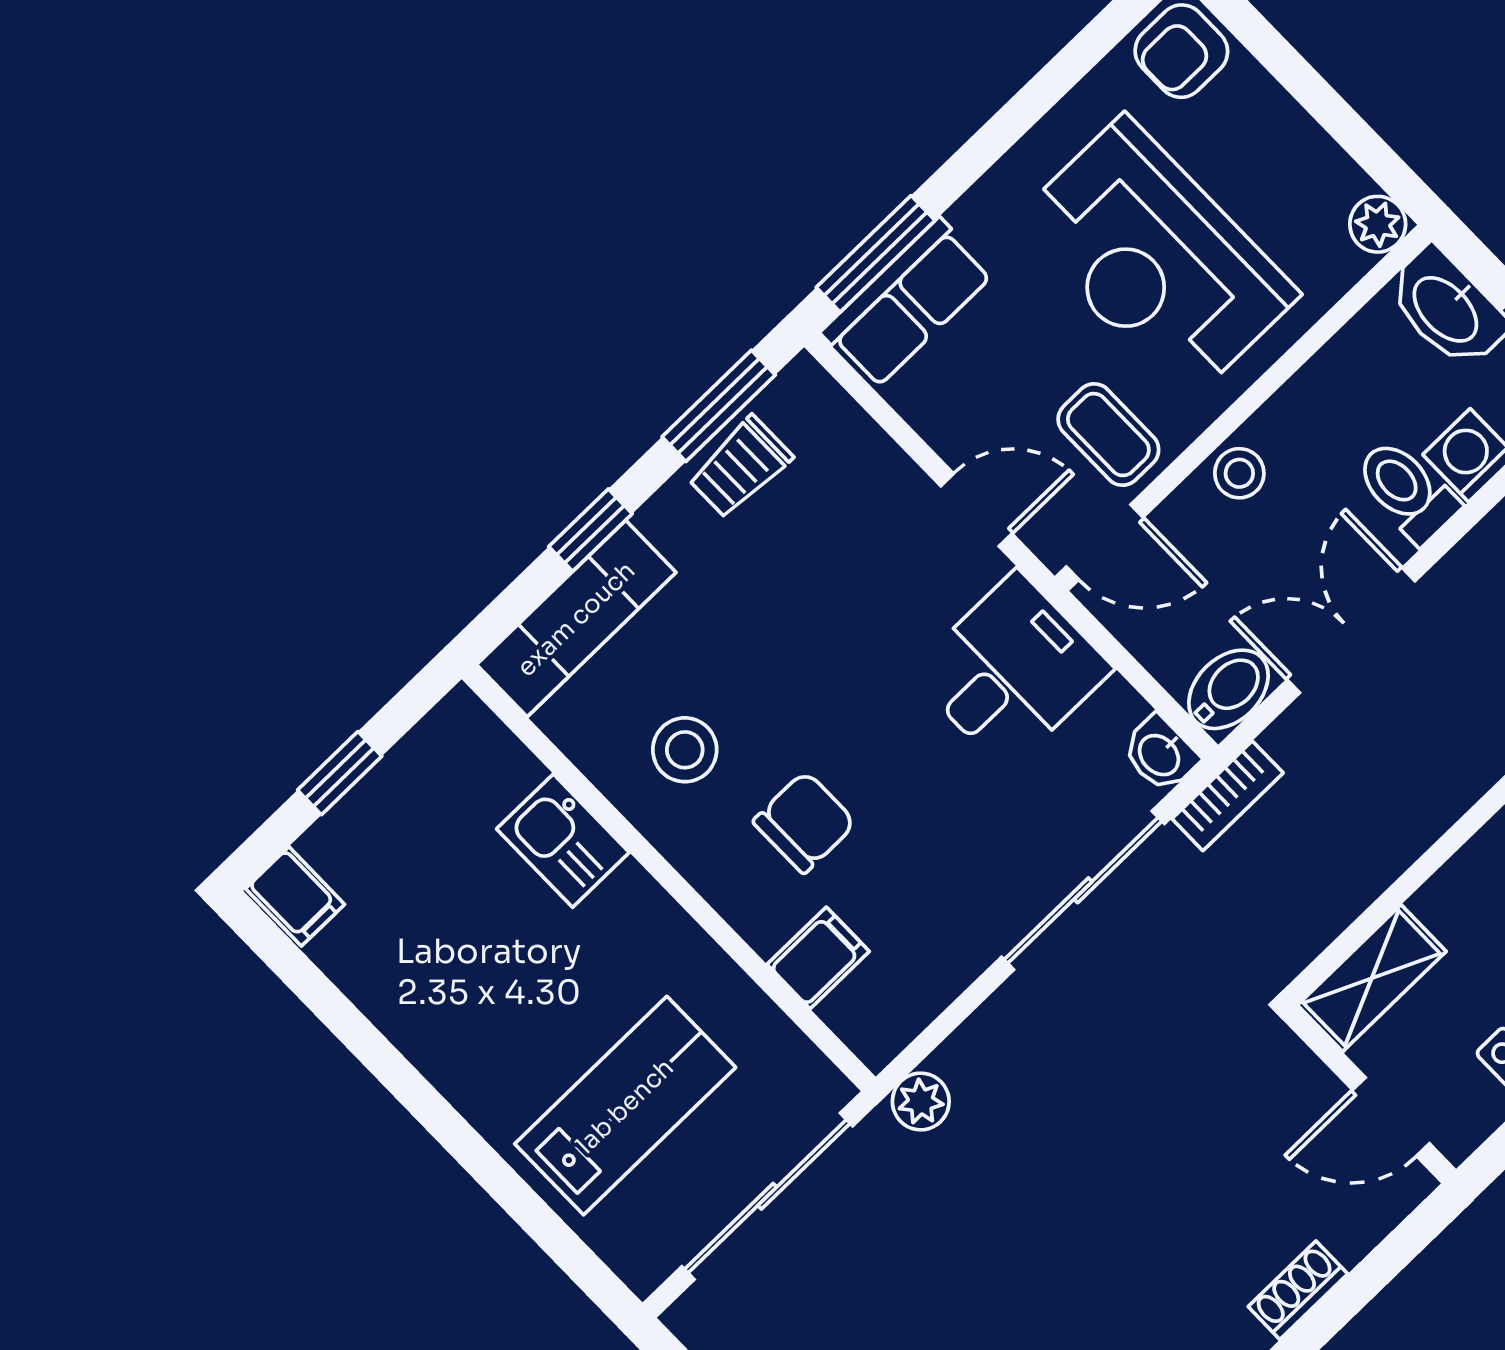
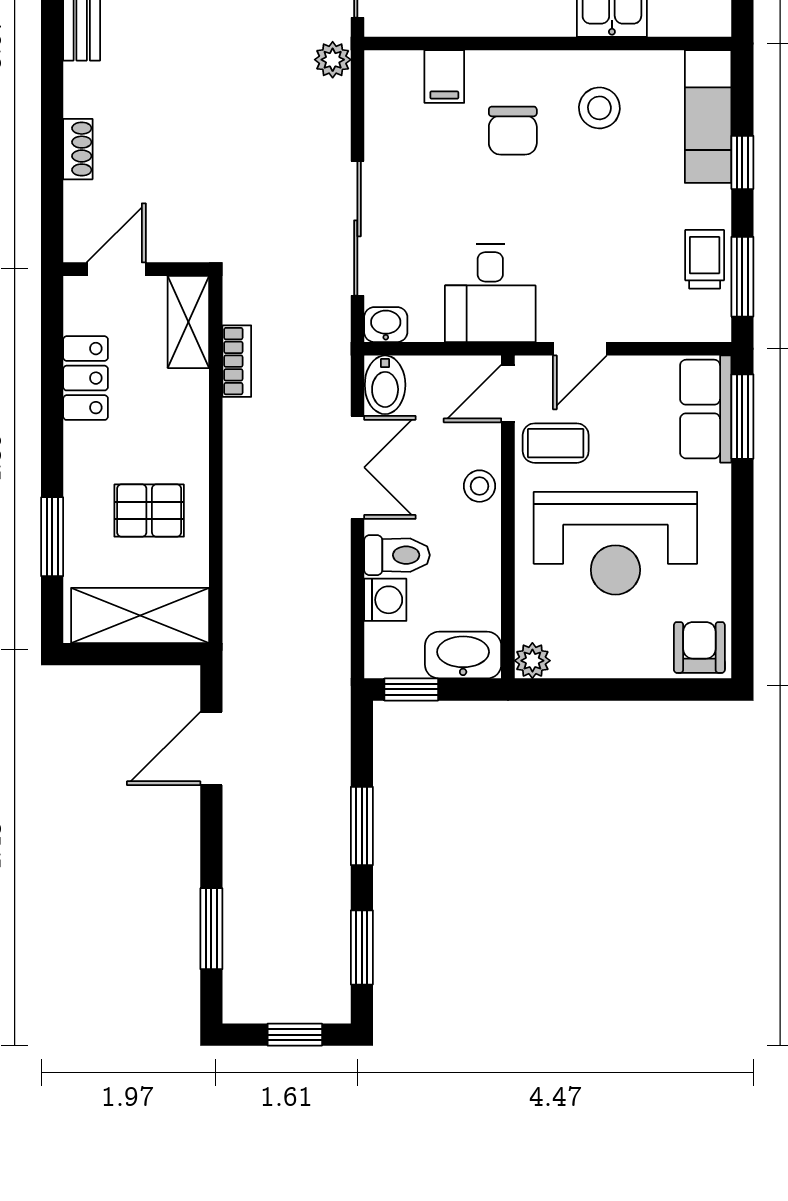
reception desk: (1156, 259) -> (615, 543), turned 180
bookcase: (1228, 796) -> (237, 361), moved, turned 180

